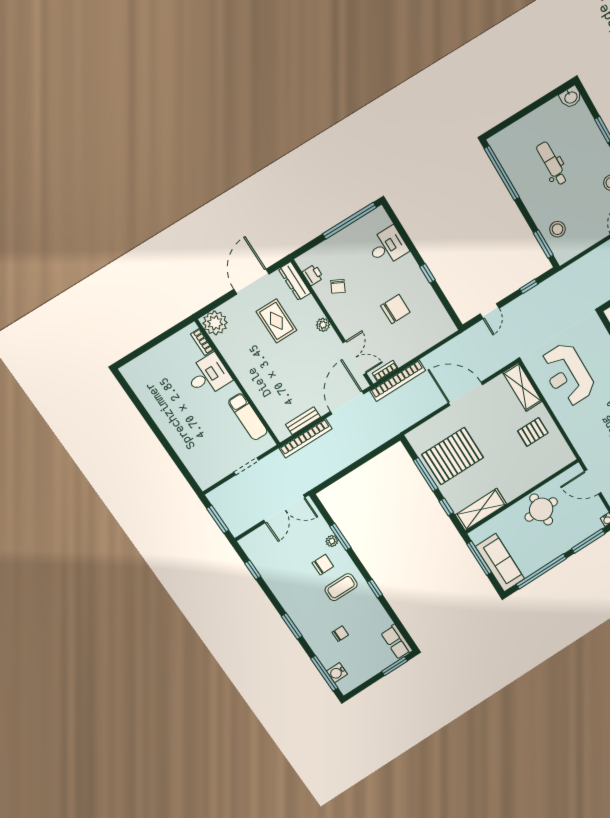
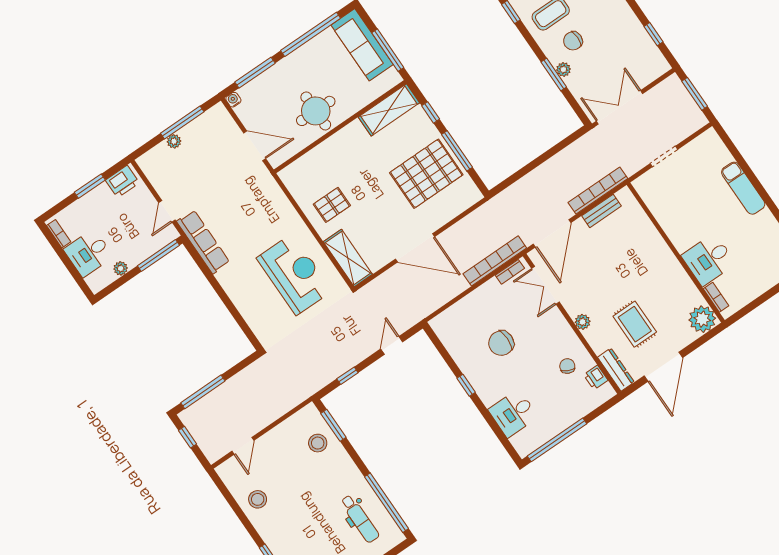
dental chair: (552, 164) -> (360, 519), moved
exam couch: (248, 417) -> (743, 188), moved, turned 180

